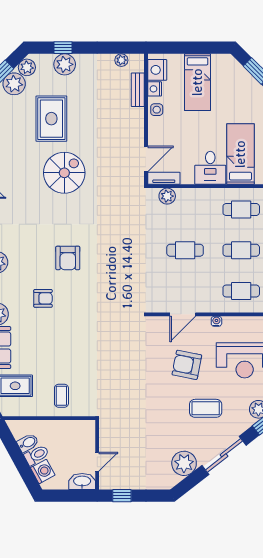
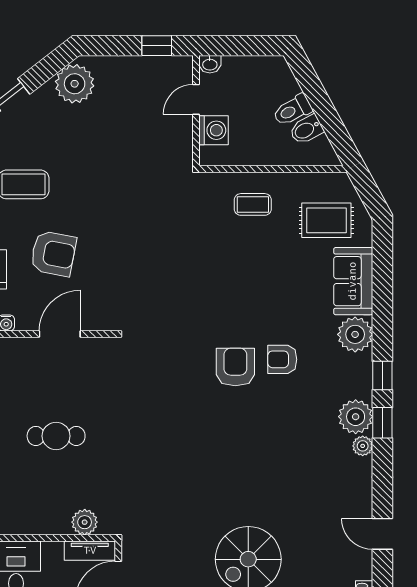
armchair: (68, 258) -> (235, 367), moved
coffee table: (61, 396) -> (253, 204), turned 90
plant: (184, 463) -> (75, 84), moved
washing machine: (43, 471) -> (213, 130), moved, turned -152
washbasin: (82, 481) -> (210, 64), width x0.52, depth x0.69

